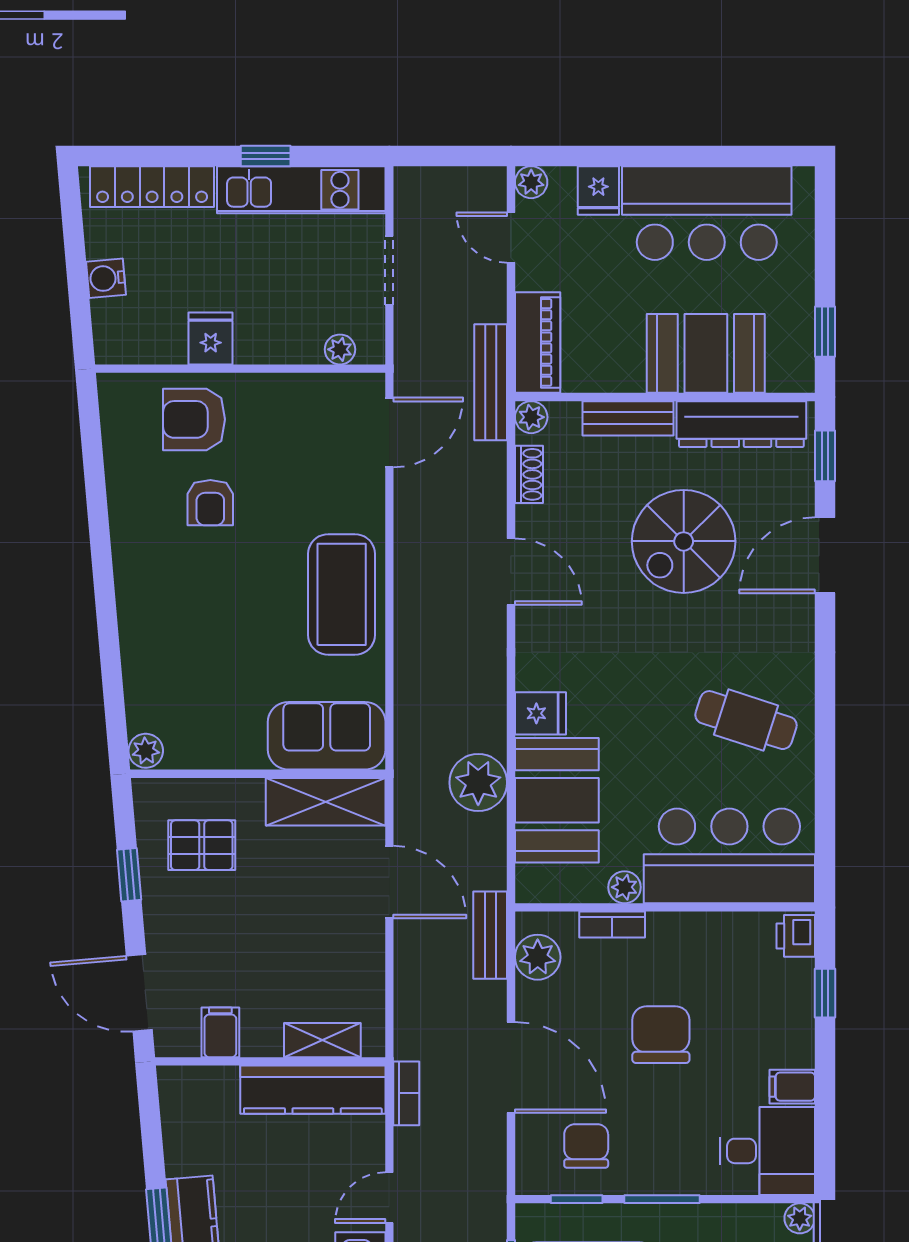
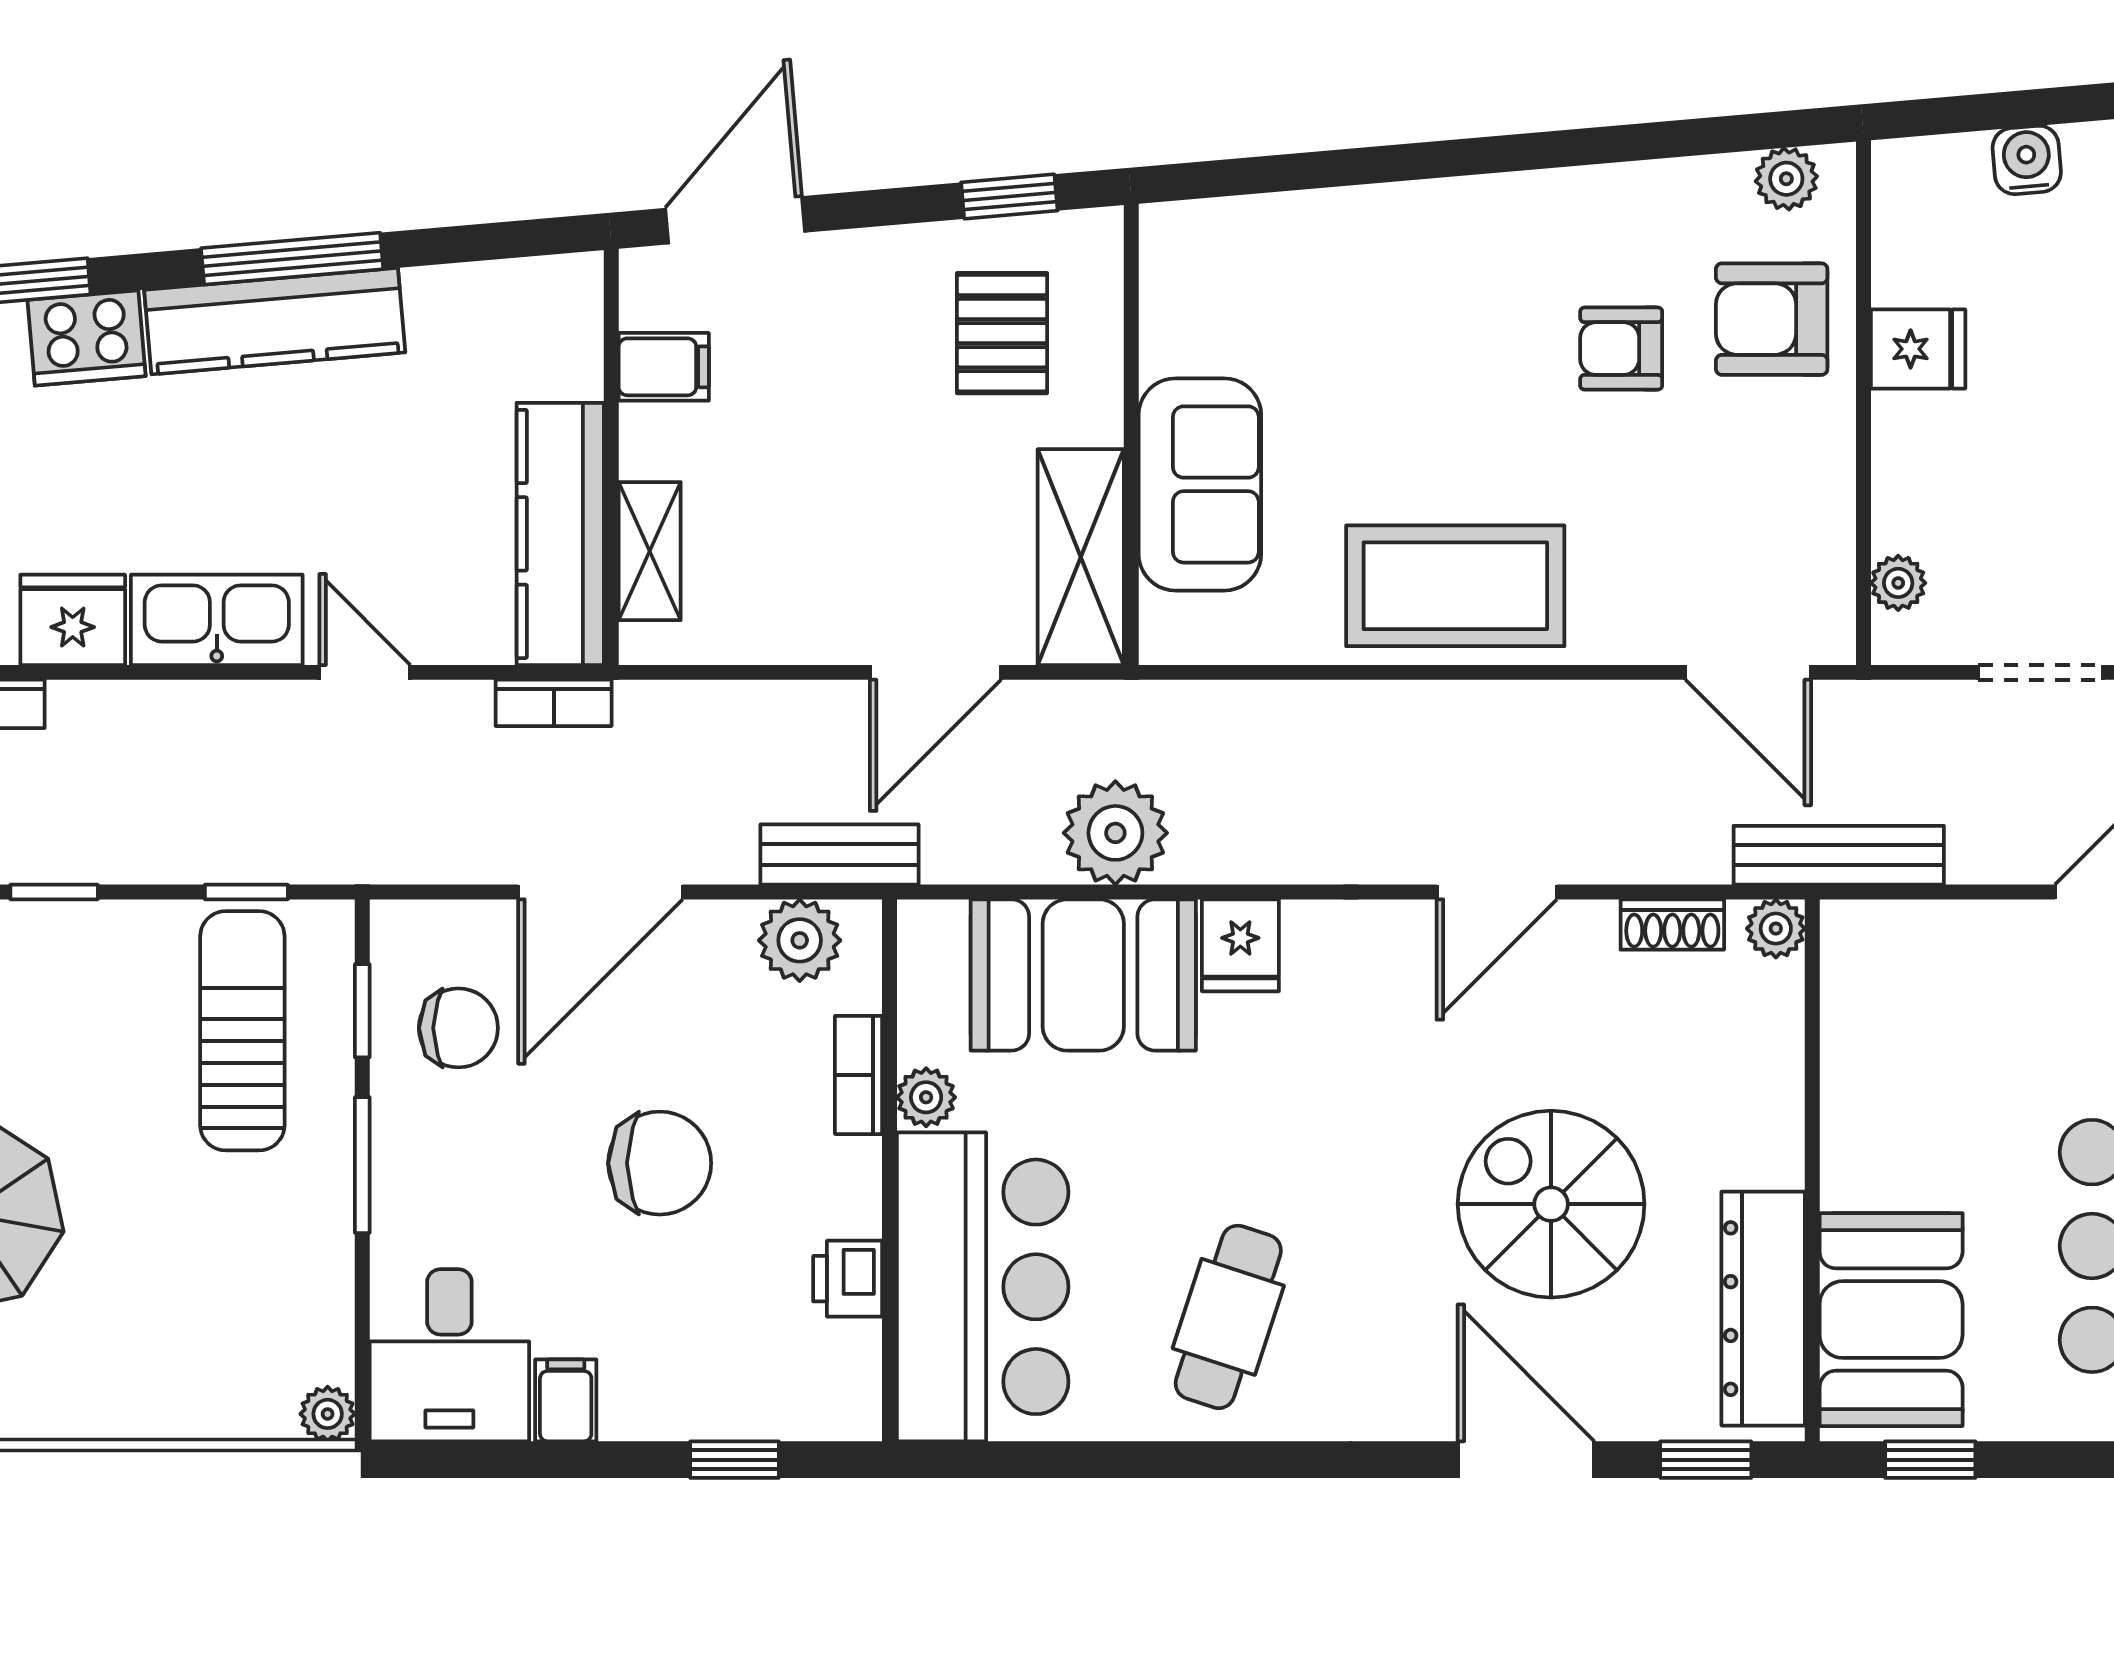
piano: (538, 342) -> (1911, 940), removed
booth: (706, 353) -> (1891, 1320), moved
bench: (628, 418) -> (1774, 1104), removed
armchair: (194, 419) -> (1772, 319), turned -90
sofa: (327, 736) -> (1200, 484), moved
plant: (146, 751) -> (1786, 179), moved
window: (129, 875) -> (1009, 197), moved
printer: (796, 936) -> (848, 1279), moved, turned -90

